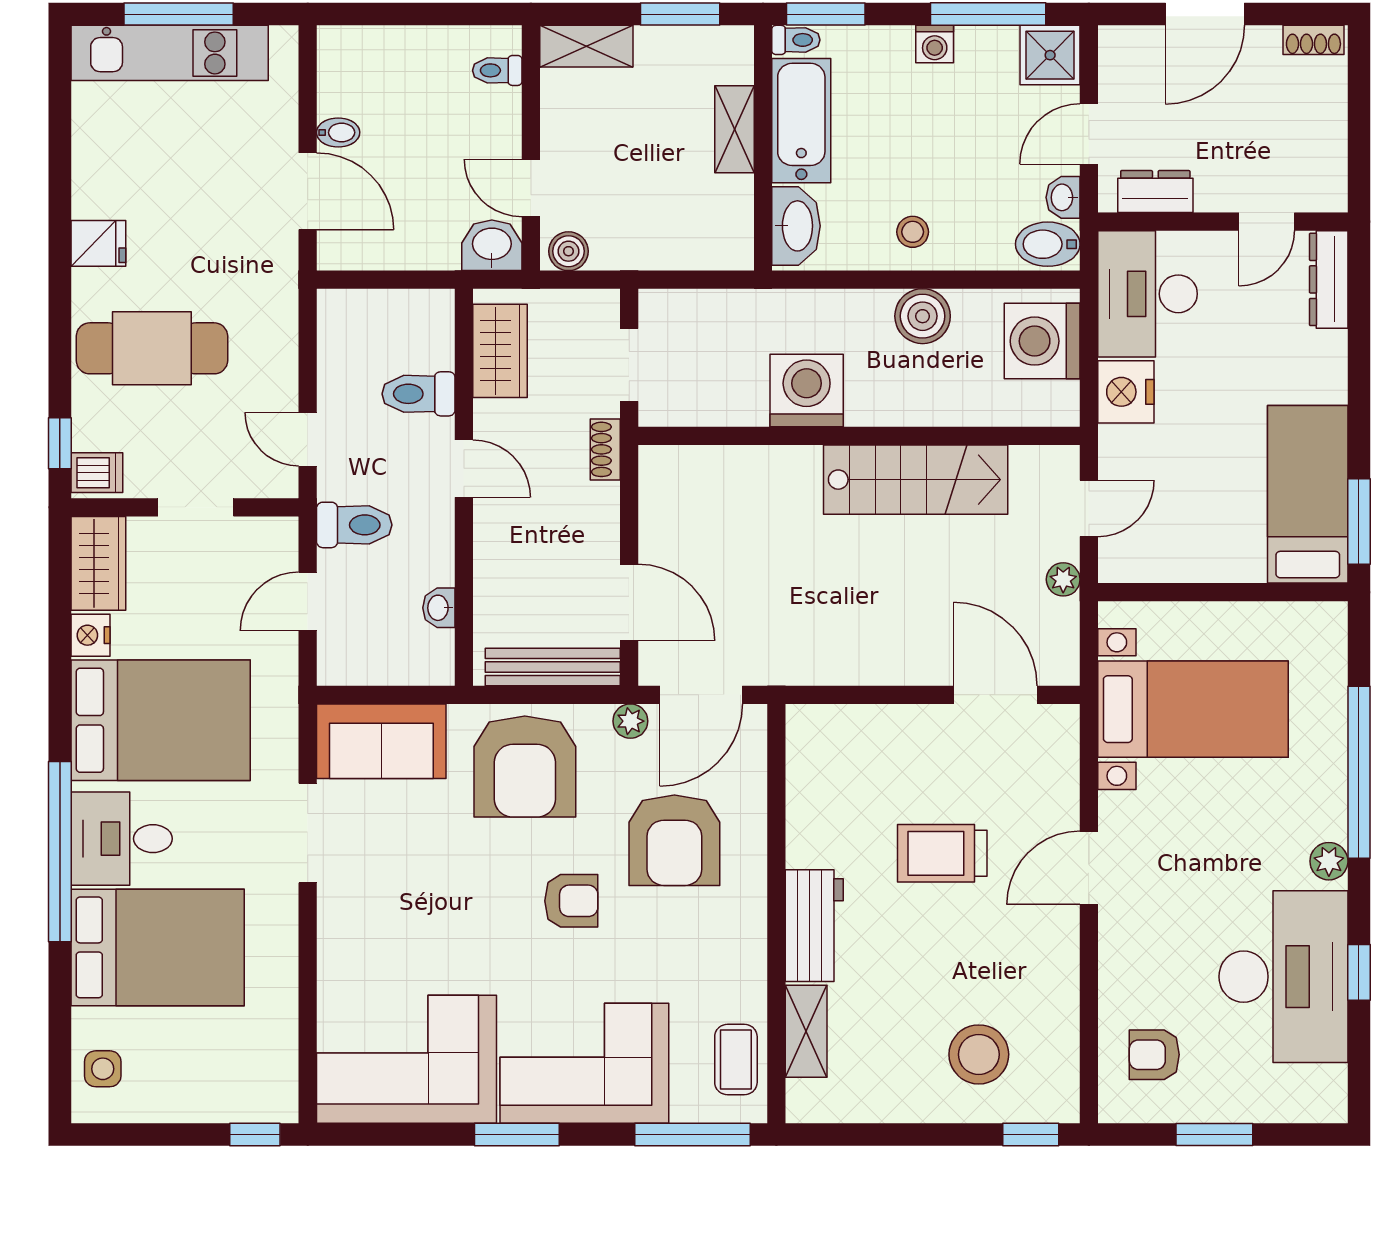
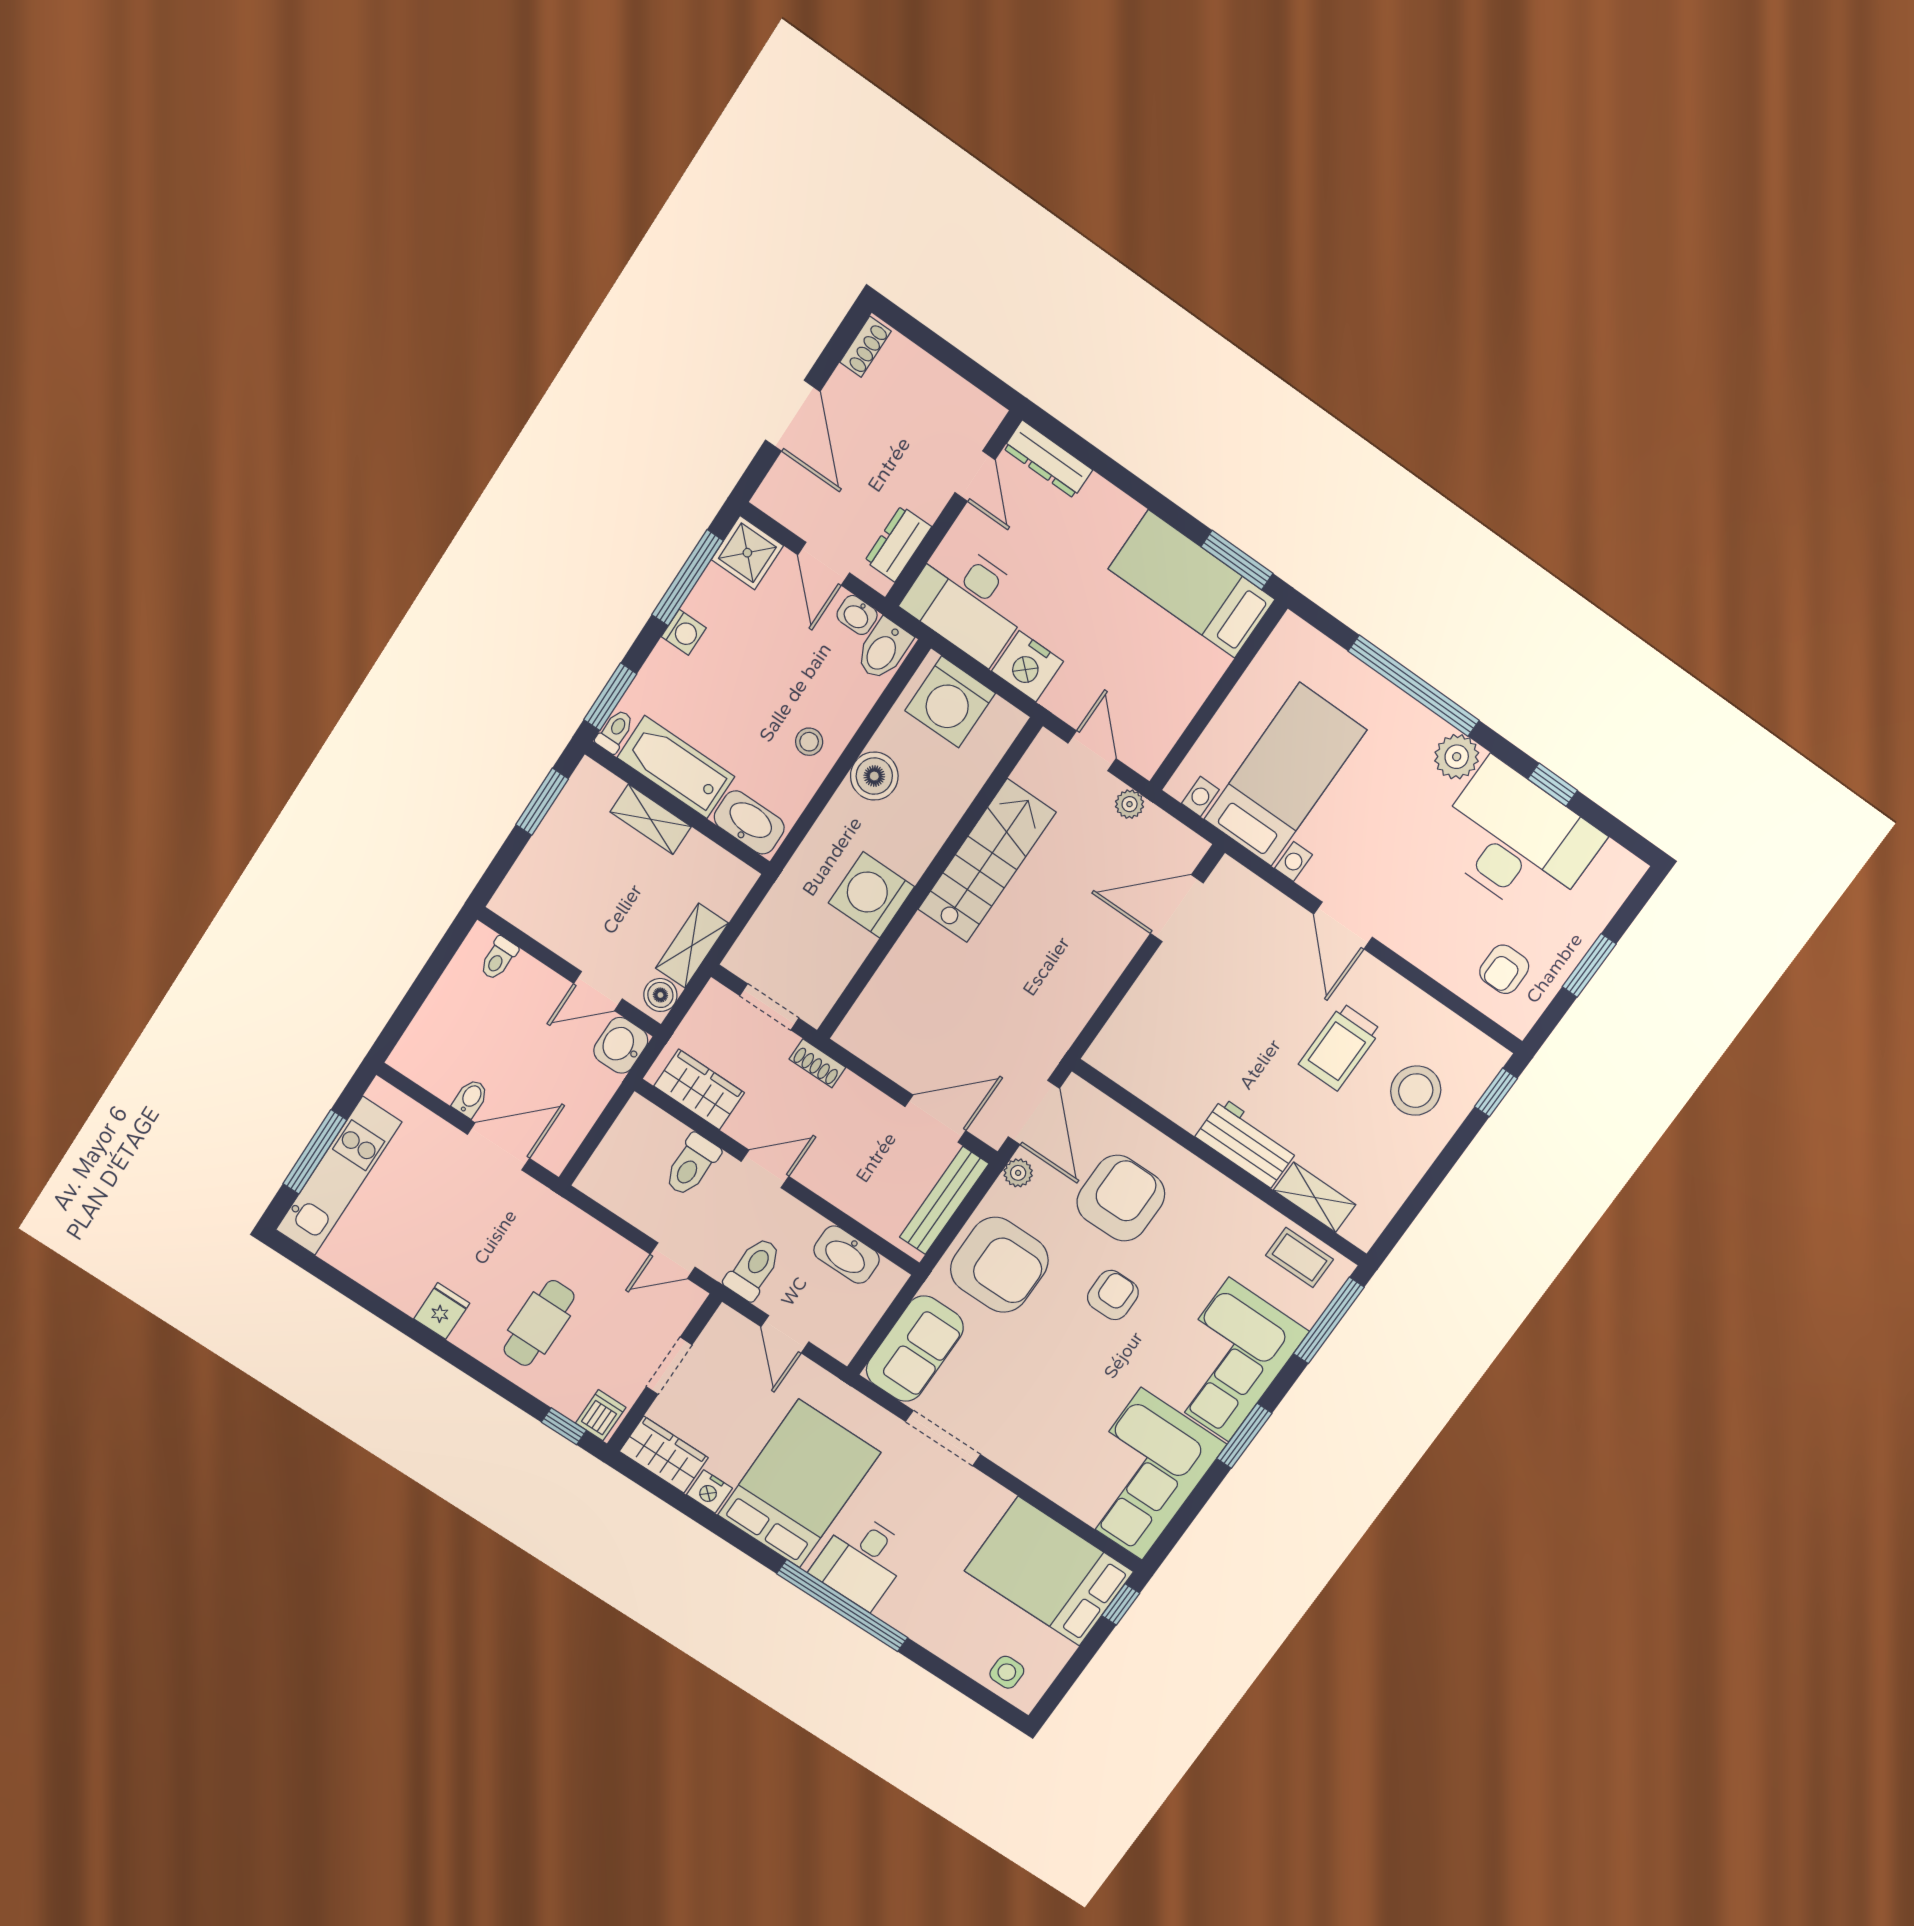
shelving: (586, 46) -> (692, 946), moved
cafe table: (152, 348) -> (539, 1323), width x0.73, depth x0.74
washbasin: (439, 608) -> (847, 1255), width x1.91, depth x1.45
armchair: (674, 840) -> (1121, 1198), turned -90
trolley: (942, 853) -> (1340, 1047), moved
plant: (1329, 861) -> (1457, 757), width x1.38, depth x1.38
bed: (158, 947) -> (1049, 1571), moved, turned -90

